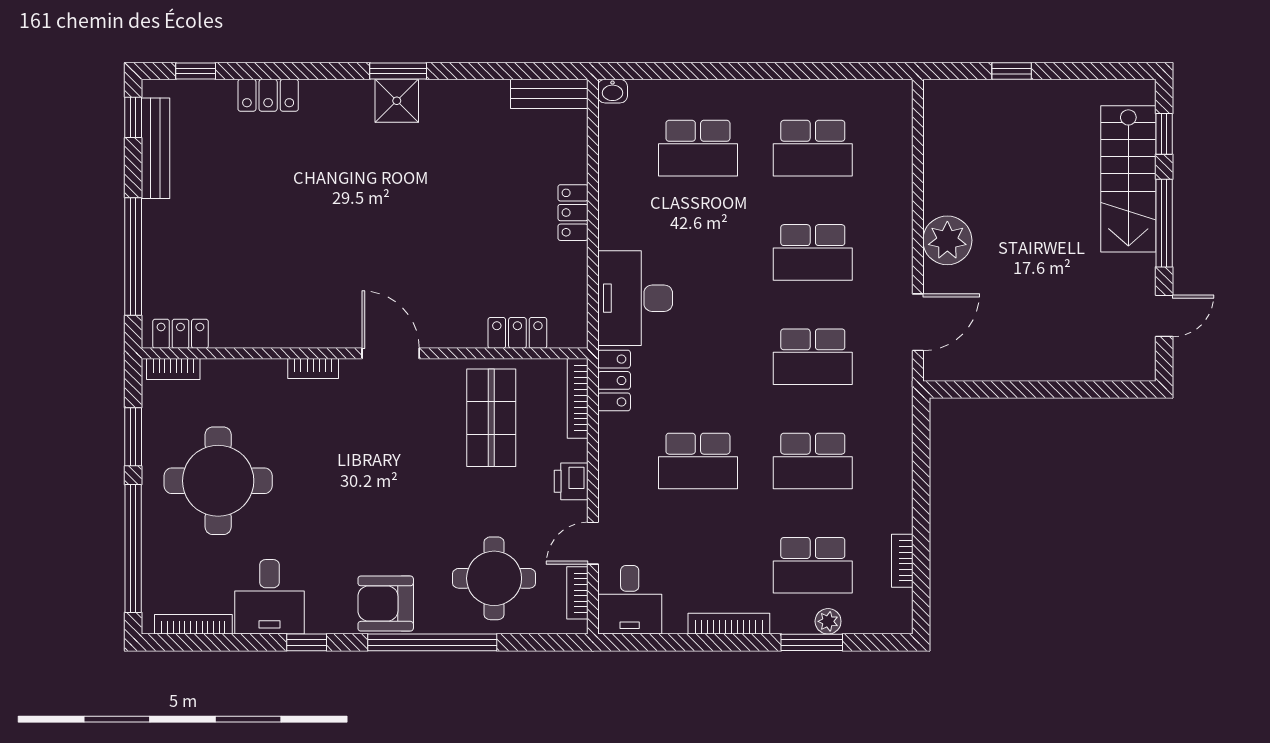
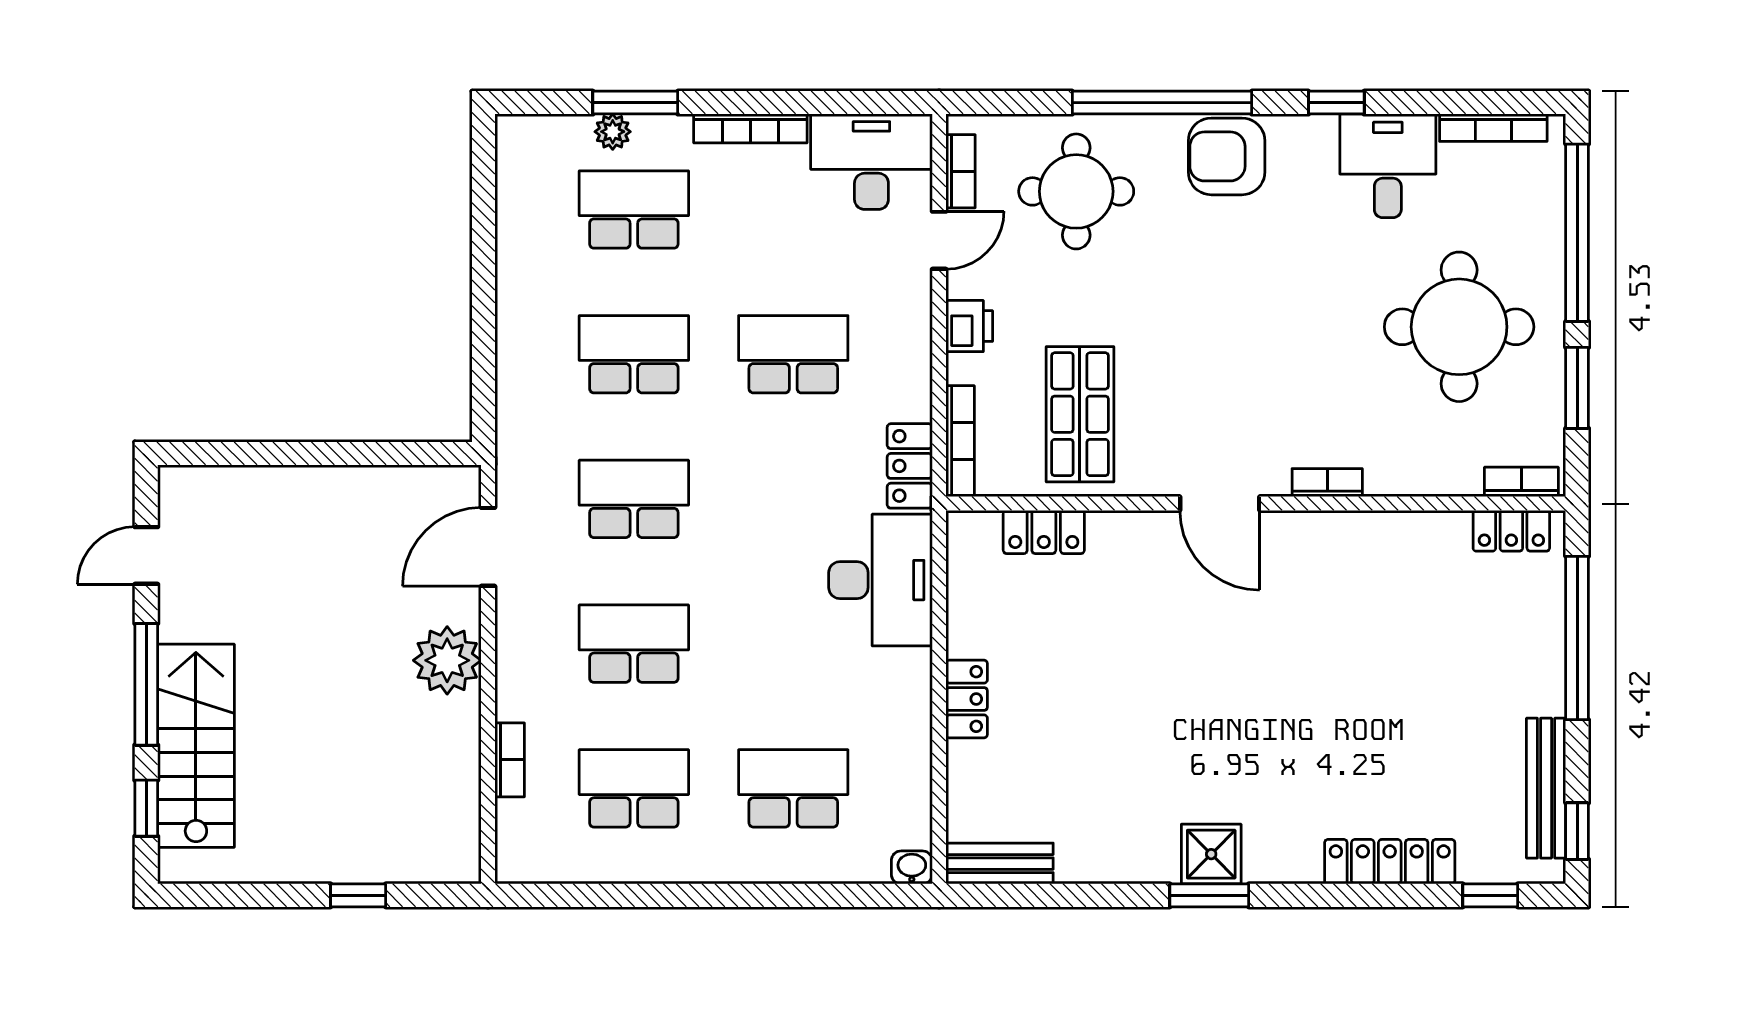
locker: (268, 95) -> (1390, 862), width x1.53
bookcase: (902, 561) -> (510, 760), moved
desk: (630, 600) -> (871, 162), width x1.37
armchair: (386, 604) -> (1227, 156), turned 180

